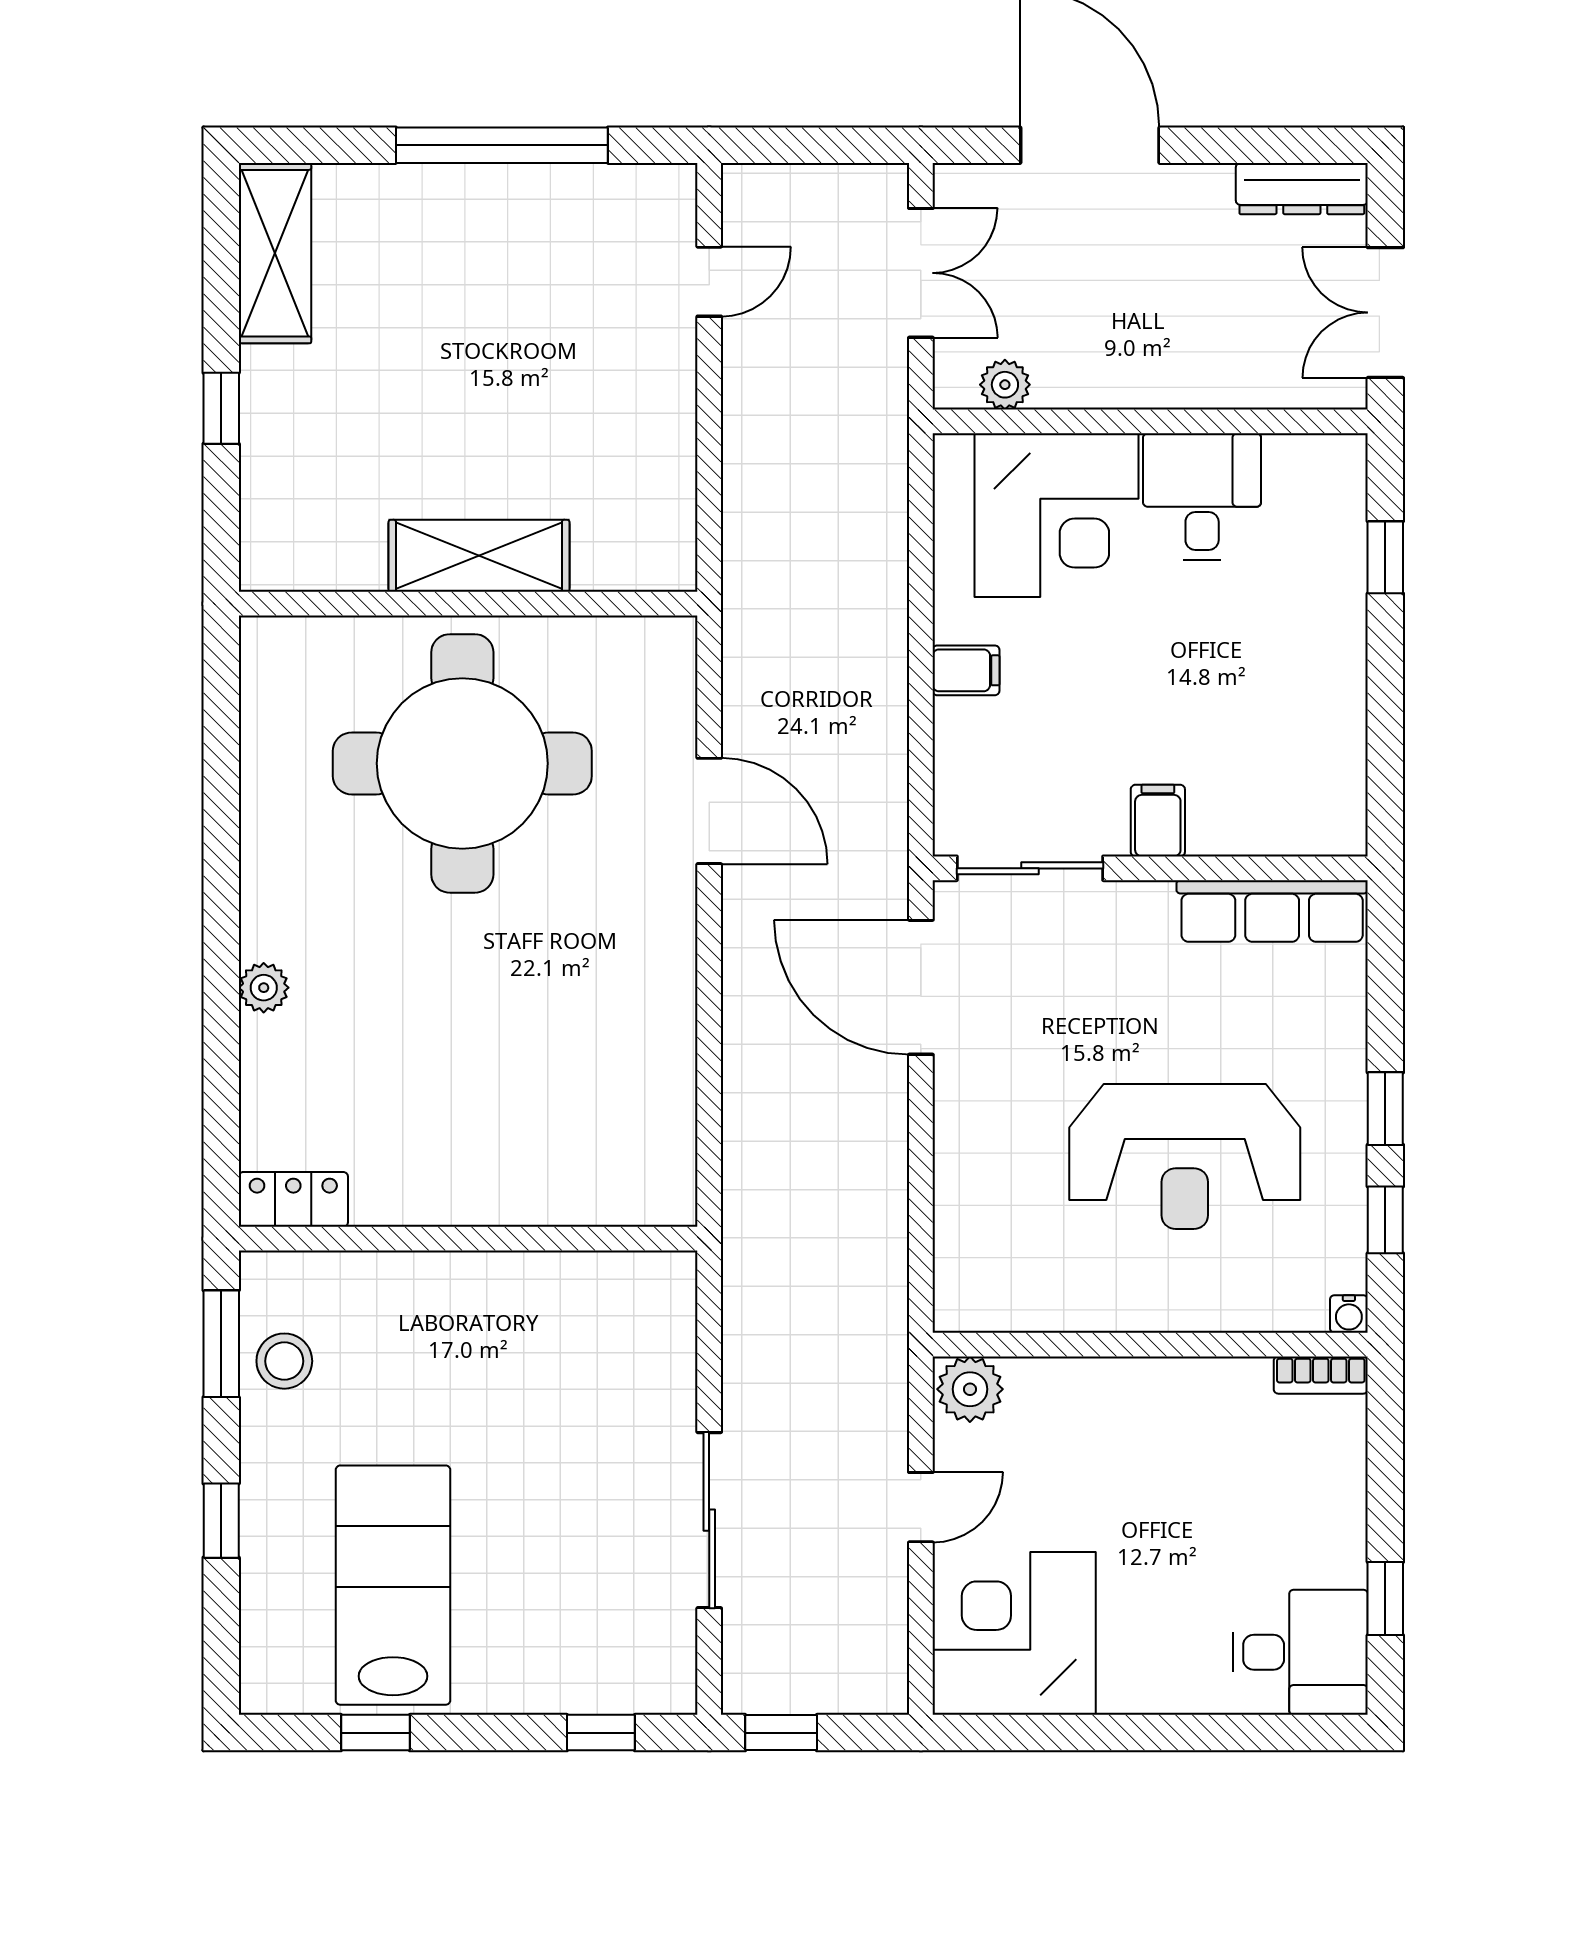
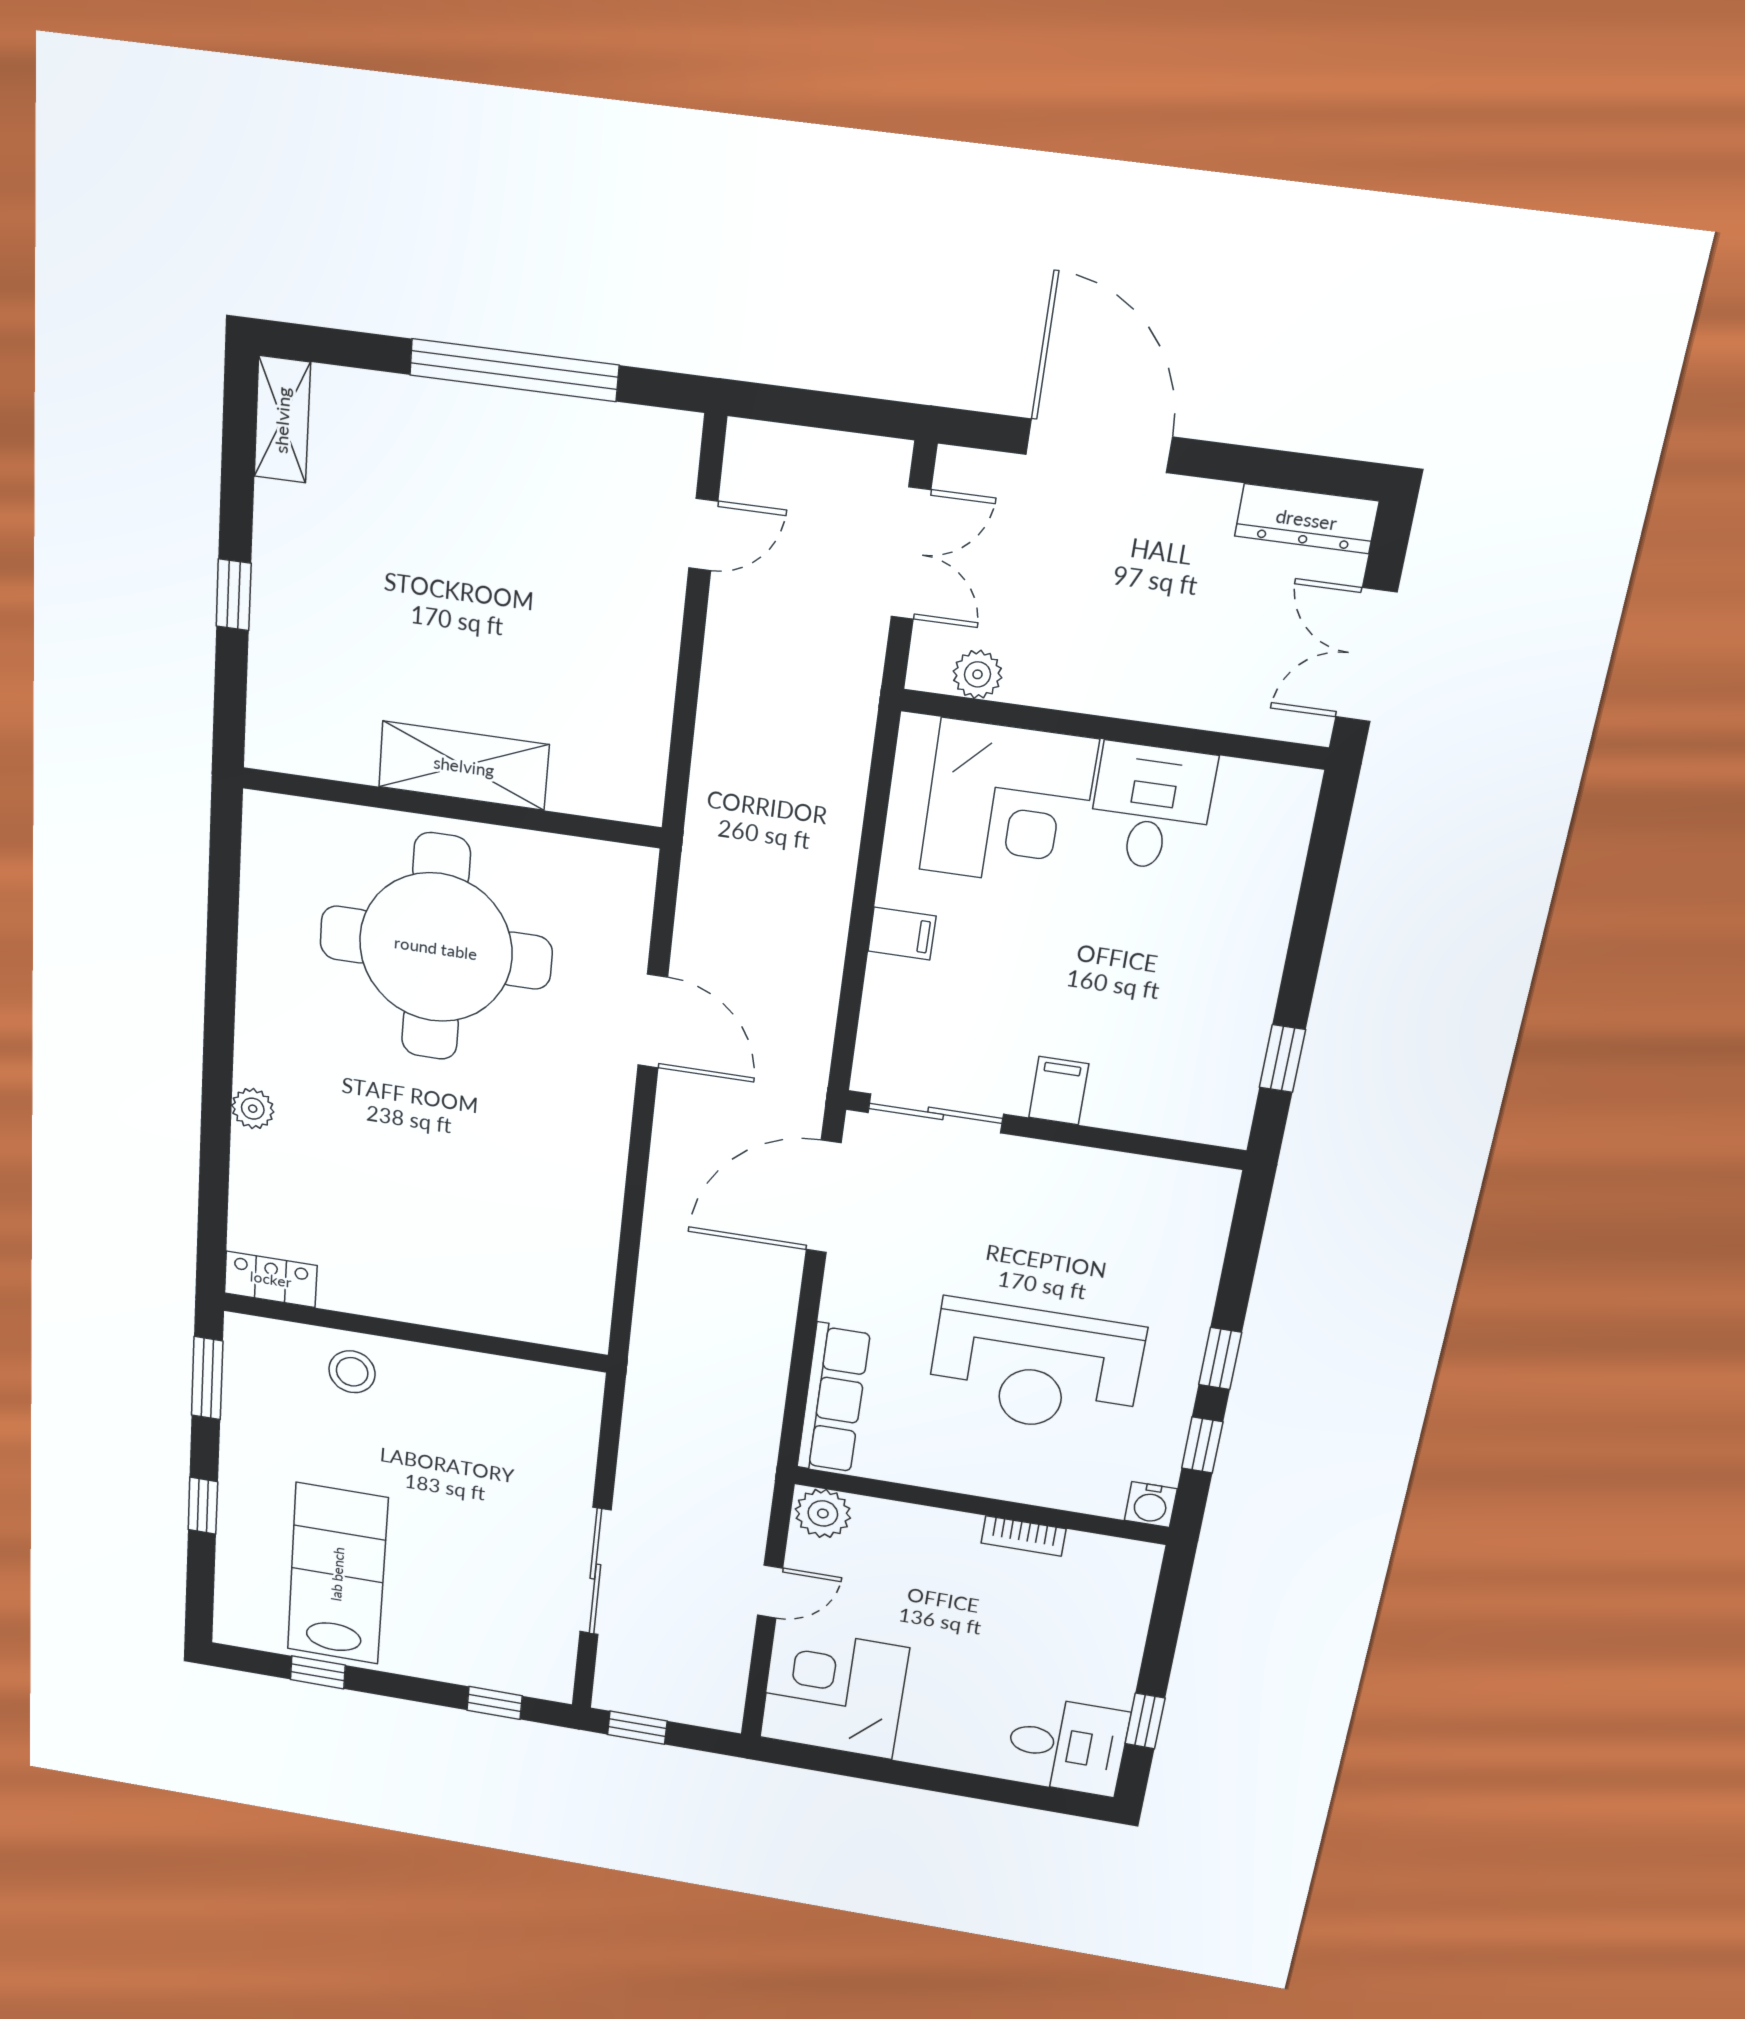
shelving: (275, 253) -> (282, 420), width x0.67, depth x0.75
window: (1385, 557) -> (1282, 1059), moved
row of seats: (1272, 911) -> (834, 1399), moved, turned -90
door: (921, 987) -> (824, 1197), hinge flipped
water cooler: (1349, 1314) -> (1151, 1505), width x1.38, depth x1.38
stool: (284, 1361) -> (352, 1372), moved
bookcase: (1321, 1375) -> (1024, 1536), moved

